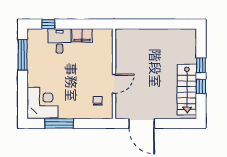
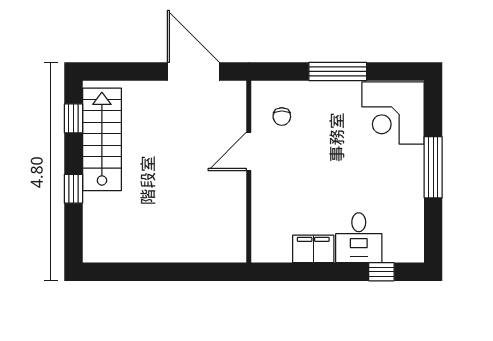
window: (23, 55) -> (433, 167), moved
window: (201, 86) -> (73, 118), moved
window: (59, 123) -> (338, 71), moved

